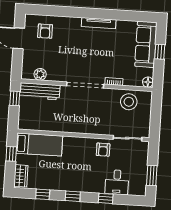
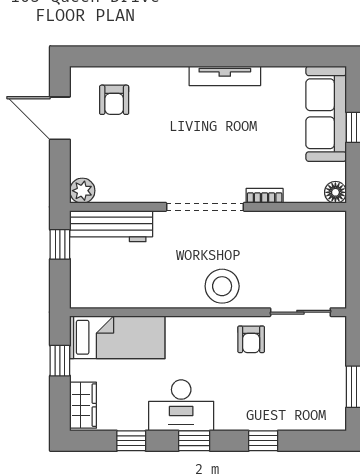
plant: (40, 74) -> (82, 191), moved
stool: (129, 102) -> (222, 286), moved
desk: (117, 182) -> (181, 405), moved, width x1.37

